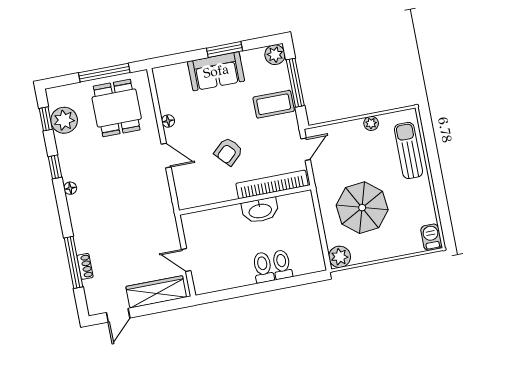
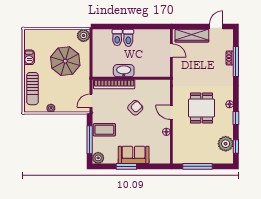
dining table: (117, 108) -> (201, 108), moved
barbecue: (431, 237) -> (29, 57), moved

